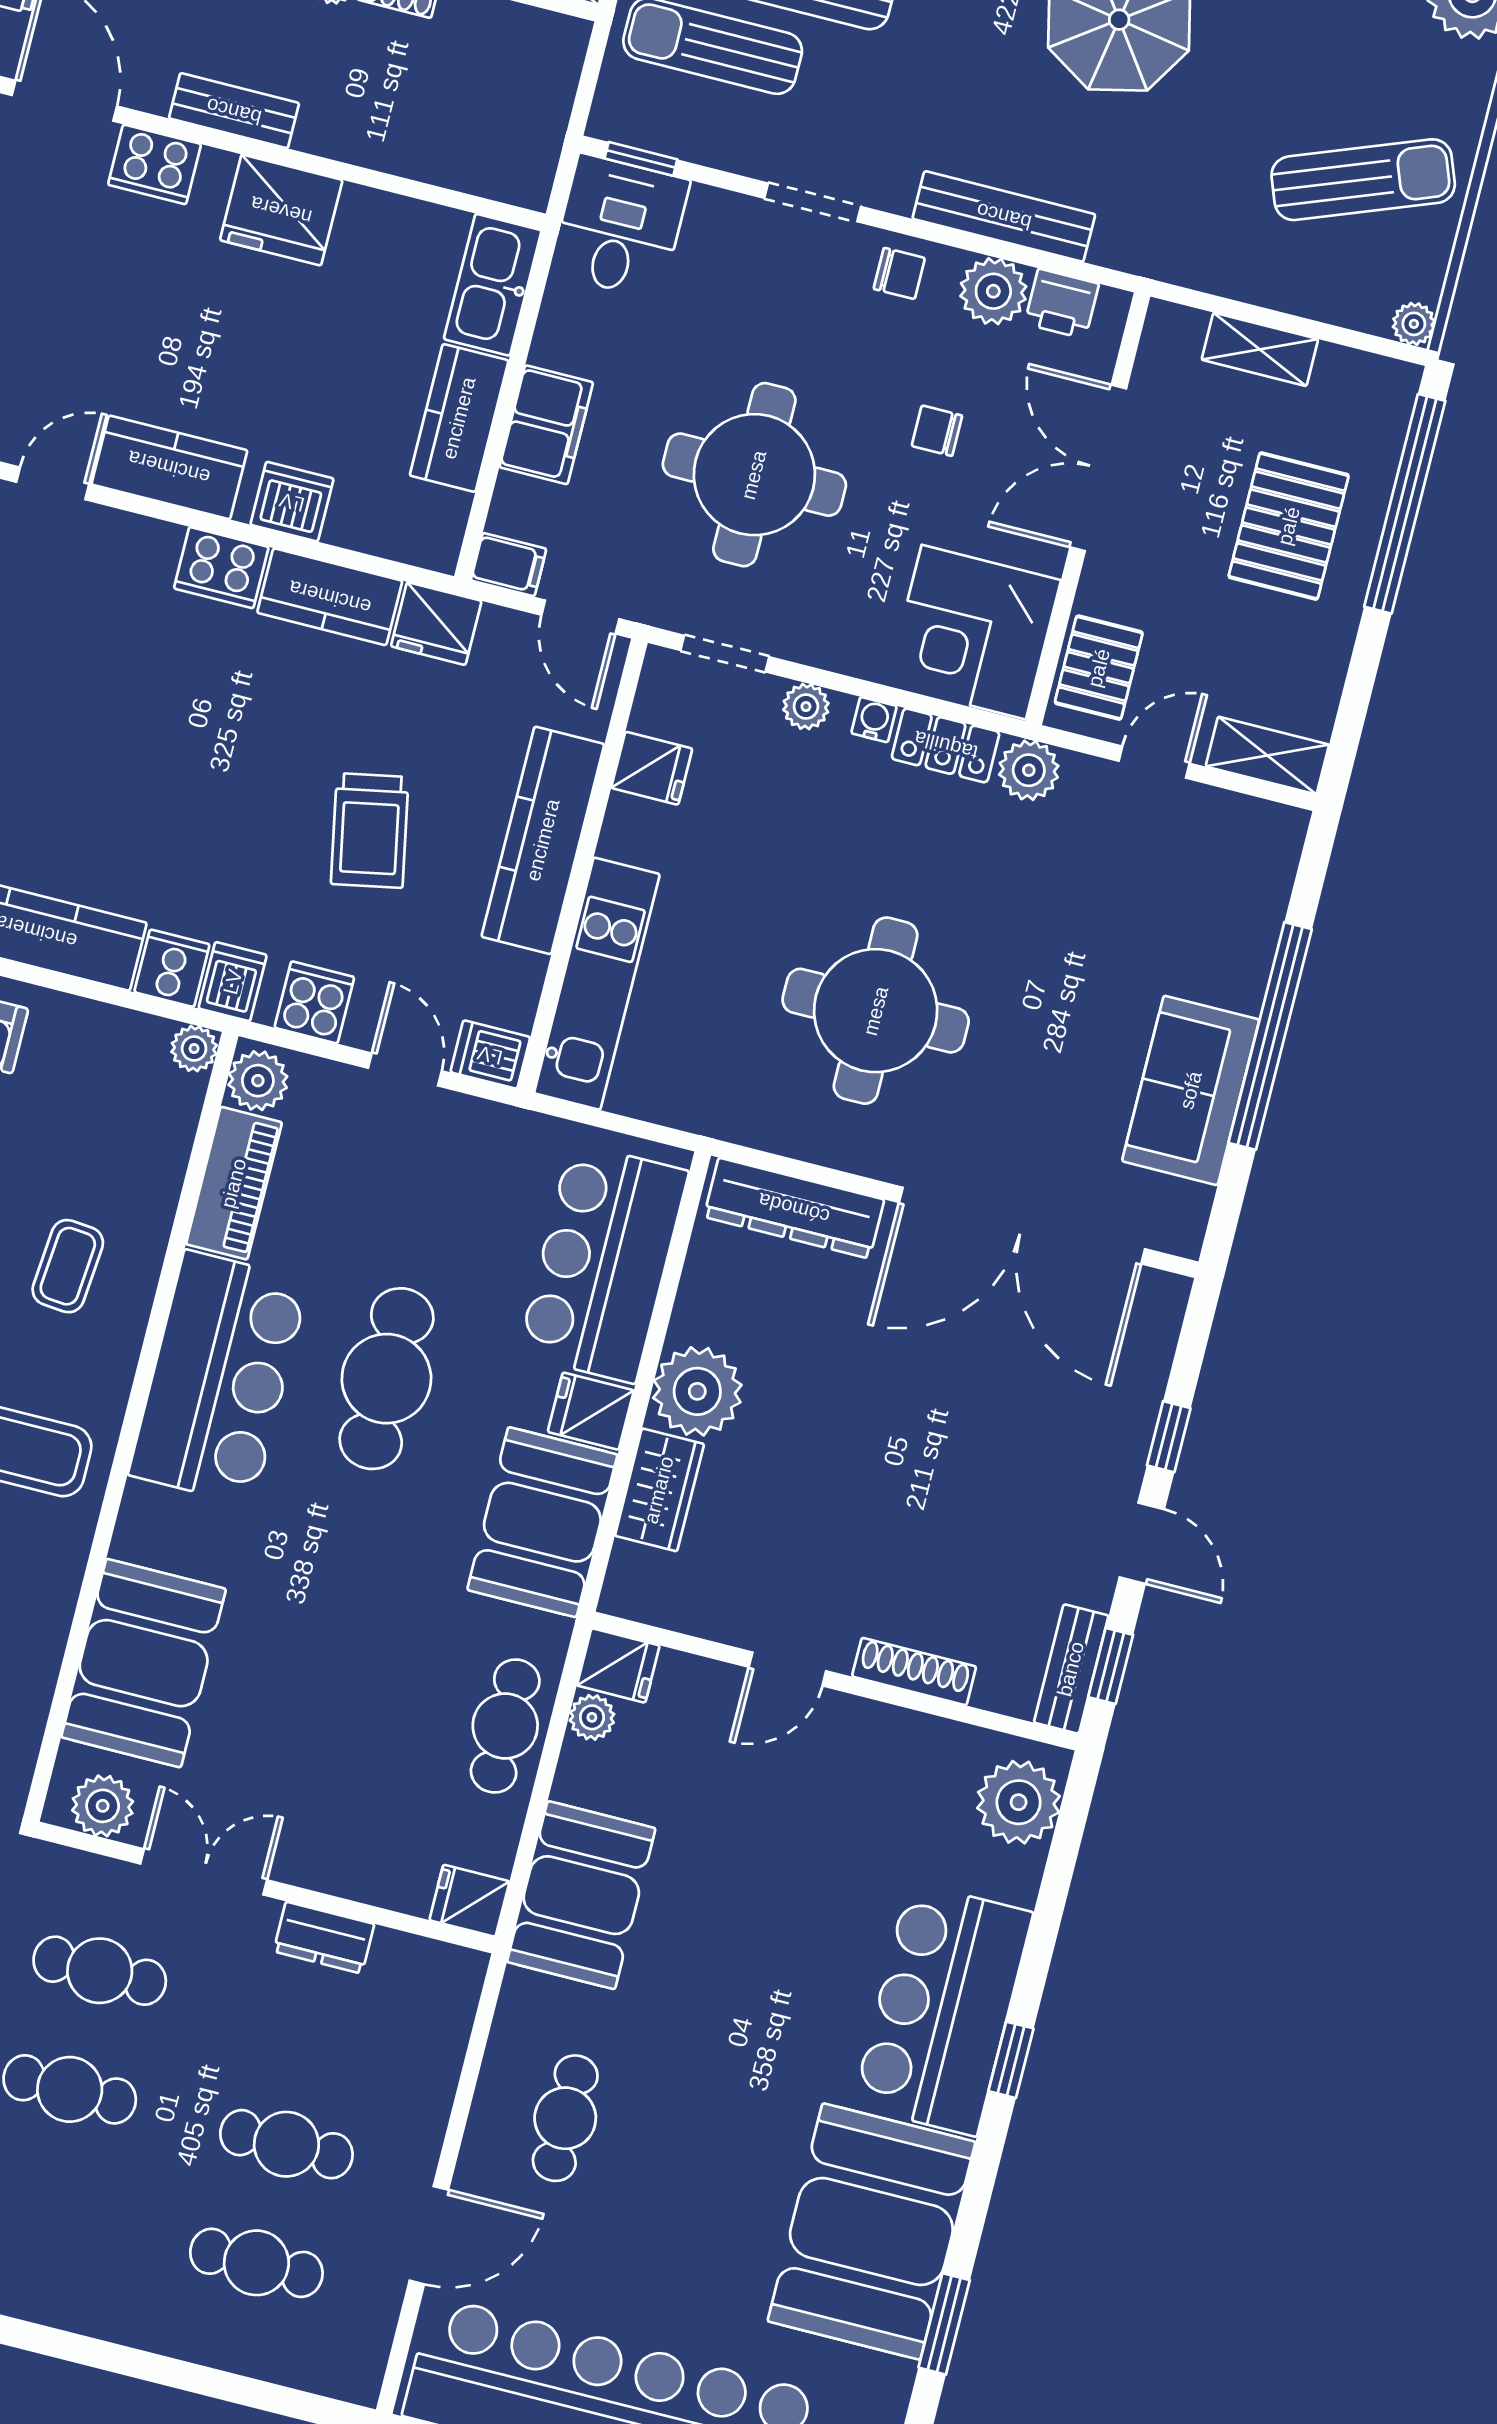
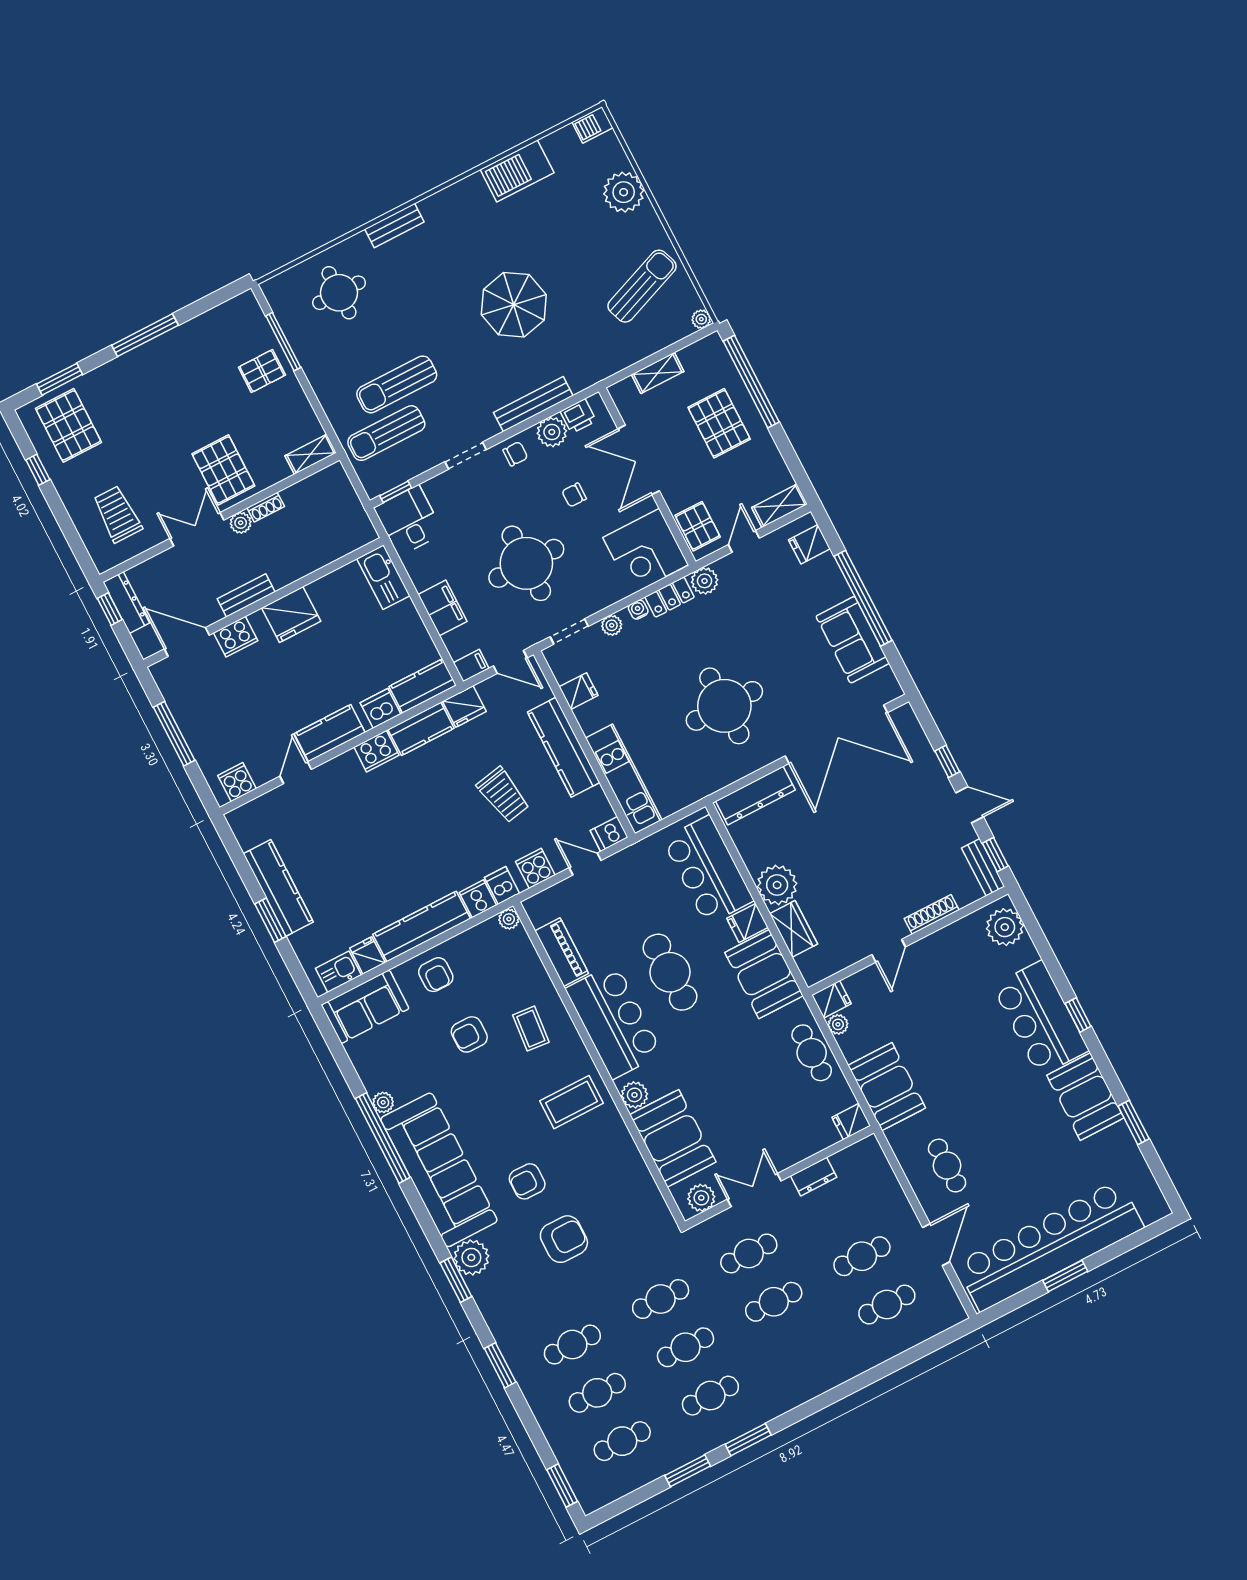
kitchen counter: (459, 418) -> (423, 686), moved, turned 90
fridge: (1260, 865) -> (809, 544), added
plant: (258, 1081) -> (634, 1095), moved
booth: (871, 2231) -> (1085, 1097), width x0.73, depth x0.70

